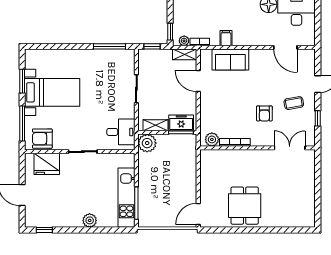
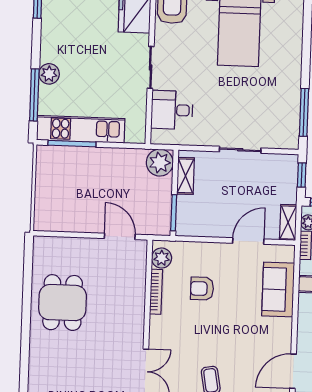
armchair: (264, 113) -> (202, 289), moved
freezer: (181, 123) -> (188, 214), removed
desk: (121, 132) -> (172, 110), moved, turned 90
dining table: (245, 206) -> (63, 303), turned 90
door: (198, 214) -> (120, 236), moved
window: (104, 230) -> (34, 95), added

